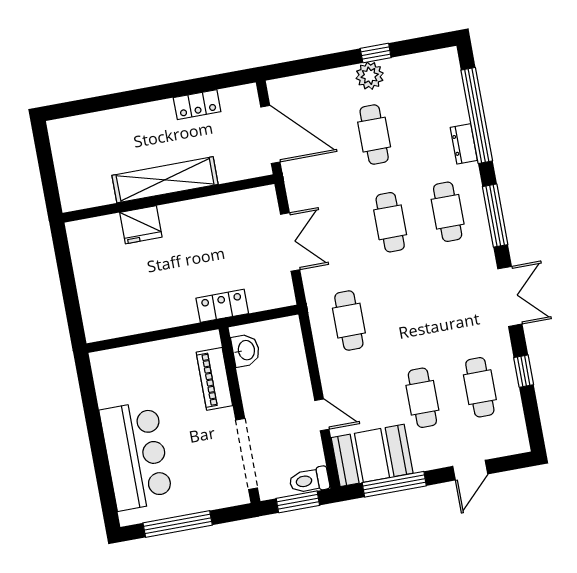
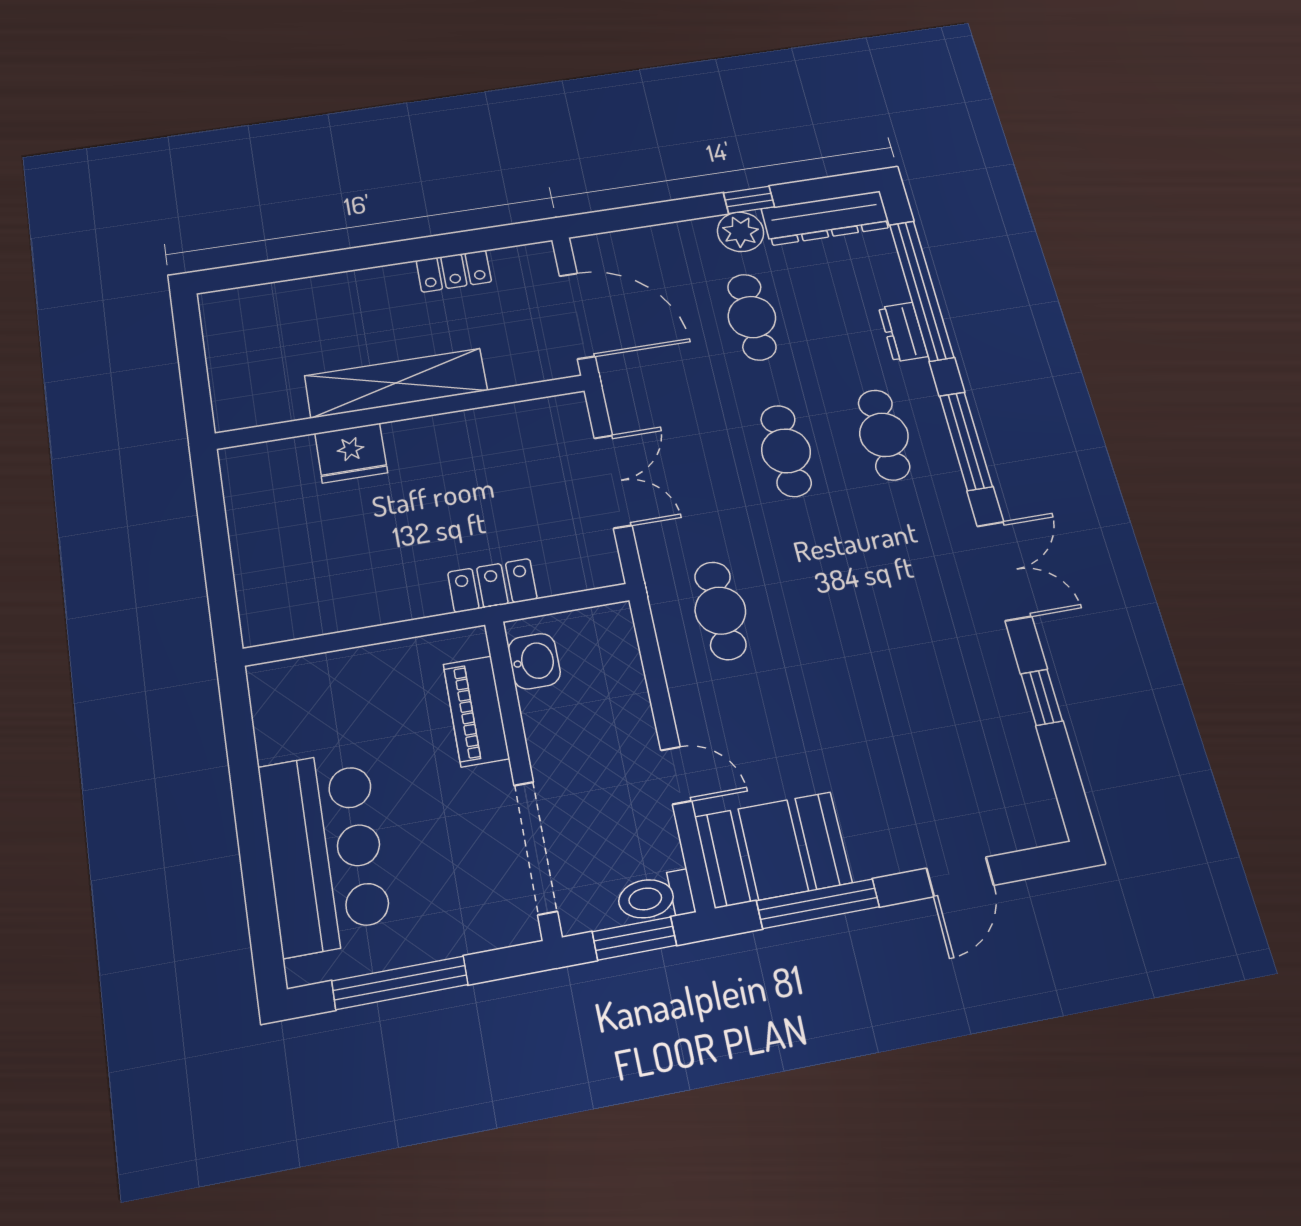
dresser: (422, 66) -> (826, 218), added
cafe table: (480, 387) -> (965, 726), removed
cafe table: (422, 398) -> (861, 744), removed

